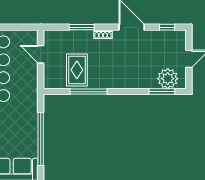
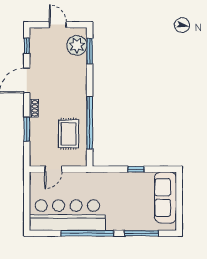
rug: (77, 70) -> (69, 134), turned 90
window: (89, 92) -> (90, 123), width x1.46
window: (41, 139) -> (136, 169), width x0.32

